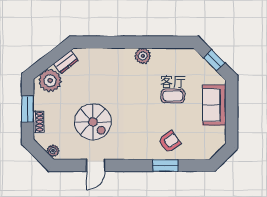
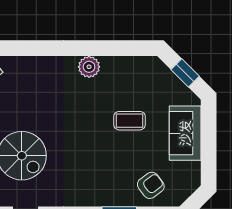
armchair: (169, 142) -> (151, 185), moved

